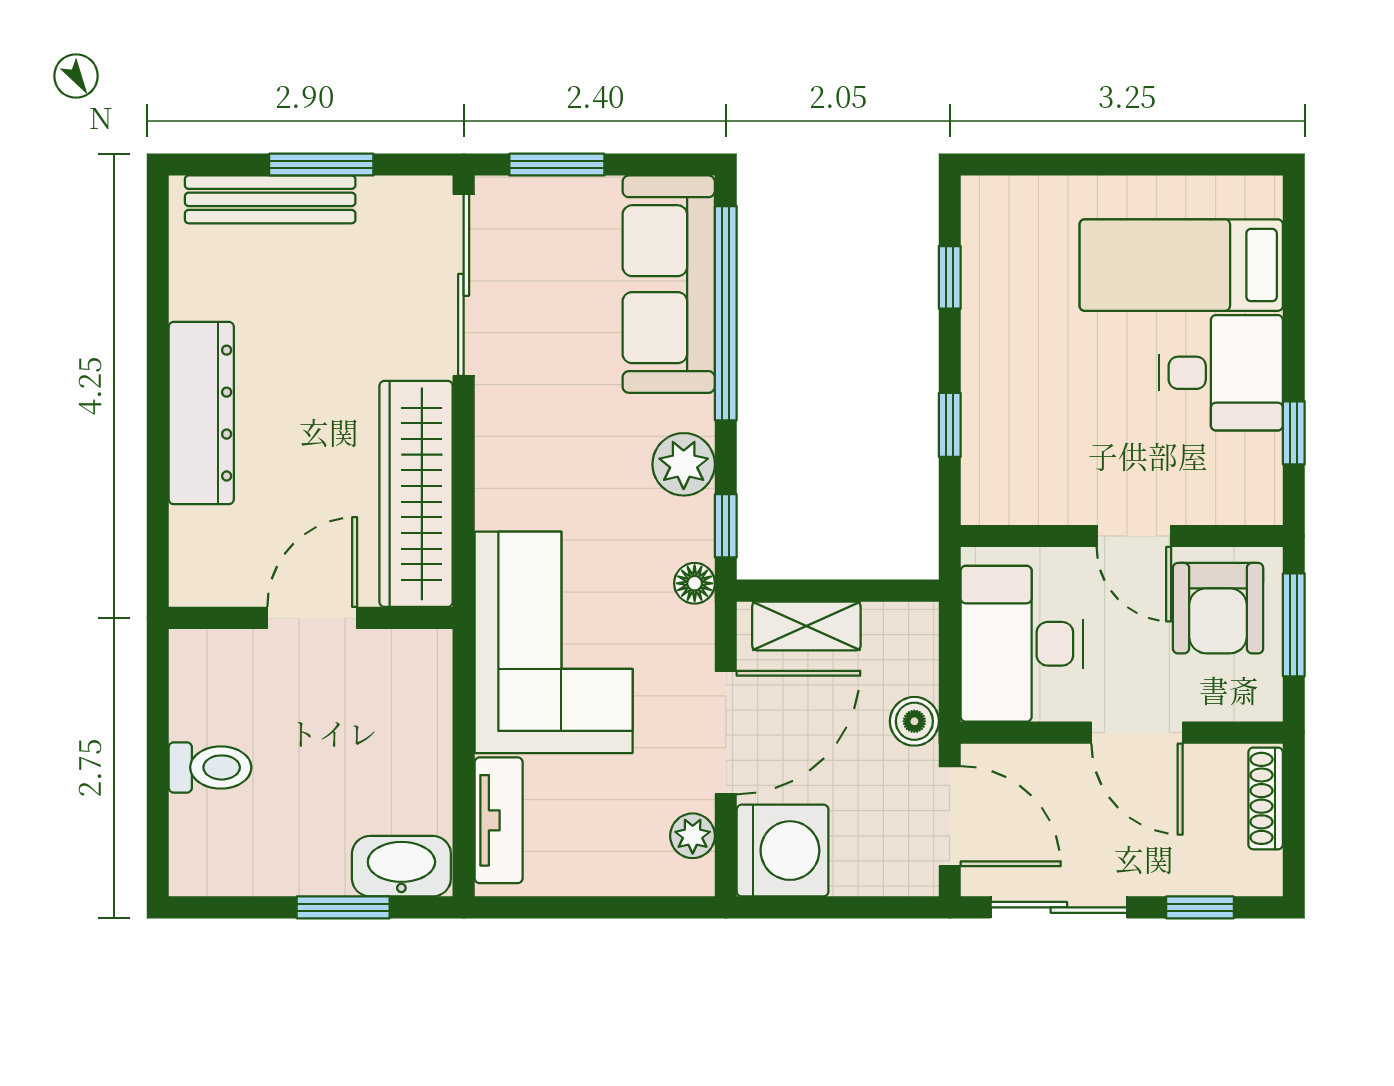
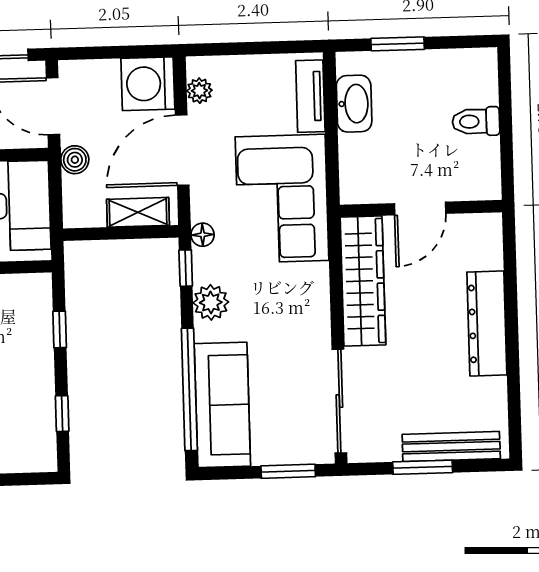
washbasin: (401, 866) -> (354, 104), moved, turned -90

